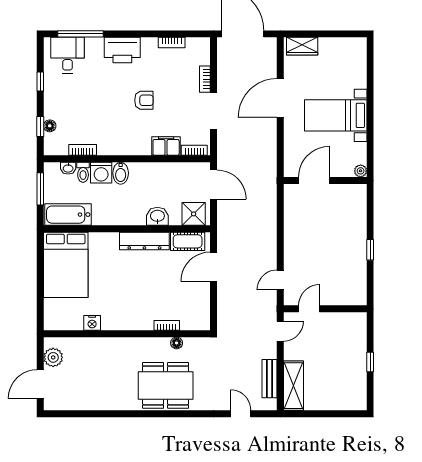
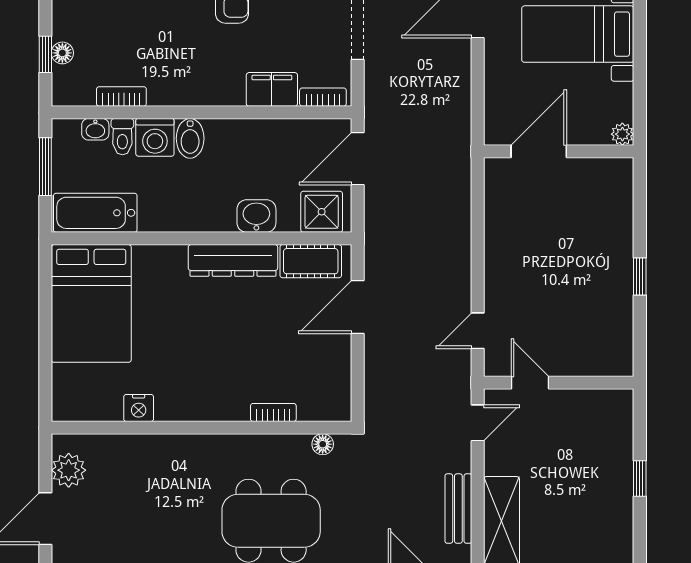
door: (214, 184) -> (358, 159), swing flipped
door: (309, 309) -> (530, 383), hinge flipped
floor lamp: (177, 343) -> (323, 444), moved

